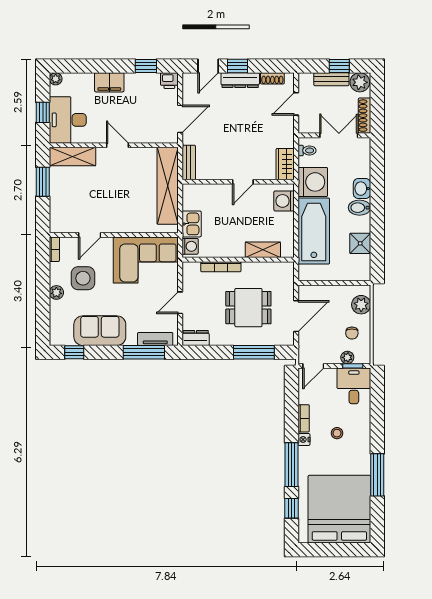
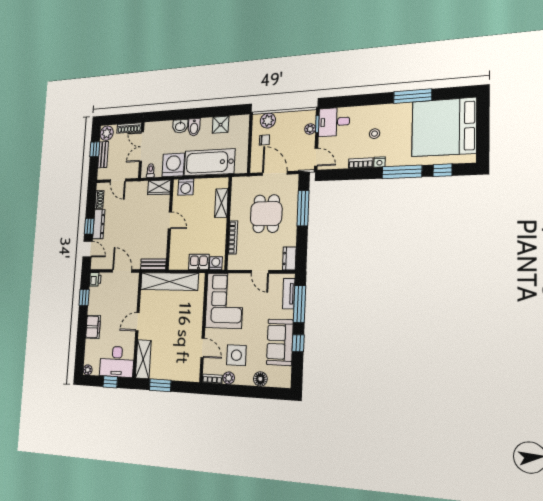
plant: (56, 292) -> (229, 378), moved
floor lamp: (58, 309) -> (260, 379), added
chair: (352, 333) -> (264, 140), moved
window: (74, 352) -> (298, 343), moved

